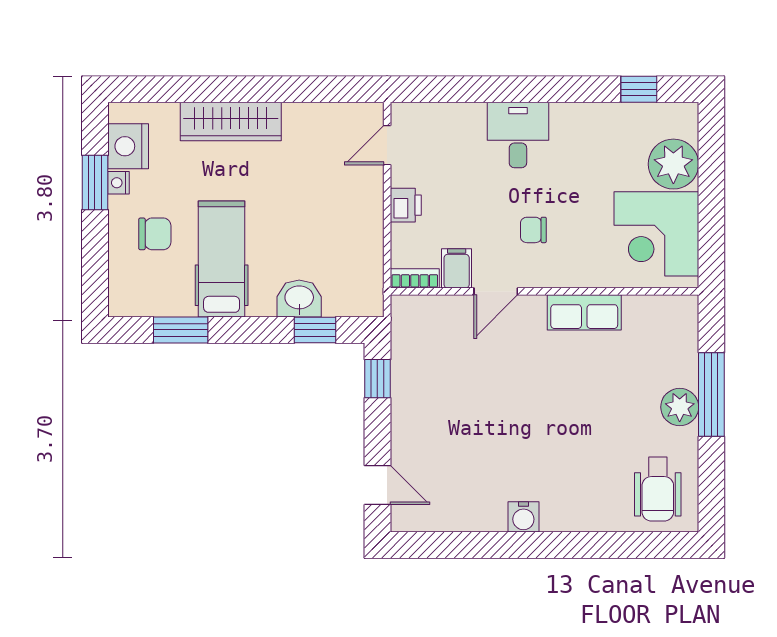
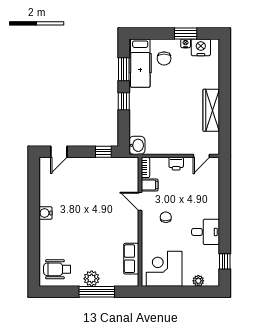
wardrobe: (231, 122) -> (211, 110), moved
desk: (518, 135) -> (206, 232), moved
door: (387, 145) -> (201, 156), swing flipped
plant: (673, 164) -> (198, 281), width x0.53, depth x0.53
hospital bed: (222, 259) -> (140, 63), moved, turned 90
washbasin: (299, 298) -> (137, 145), moved
row of seats: (584, 312) -> (131, 259), moved
window: (315, 330) -> (124, 101), moved

